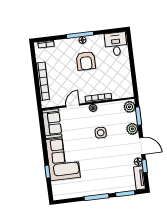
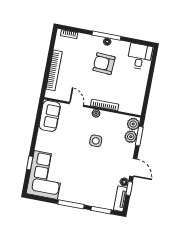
armchair: (86, 61) -> (104, 64), turned 93
door: (73, 105) -> (76, 104), hinge flipped
plant: (132, 129) -> (131, 137), moved
corner sofa: (63, 158) -> (46, 175), moved

